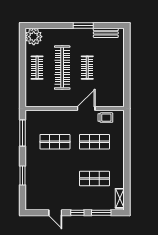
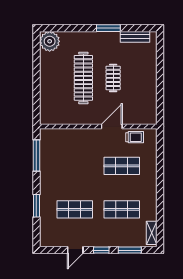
clothes rail: (37, 68) -> (54, 78), removed
shop shelf: (55, 142) -> (75, 209), moved
door: (55, 213) -> (75, 250), hinge flipped

